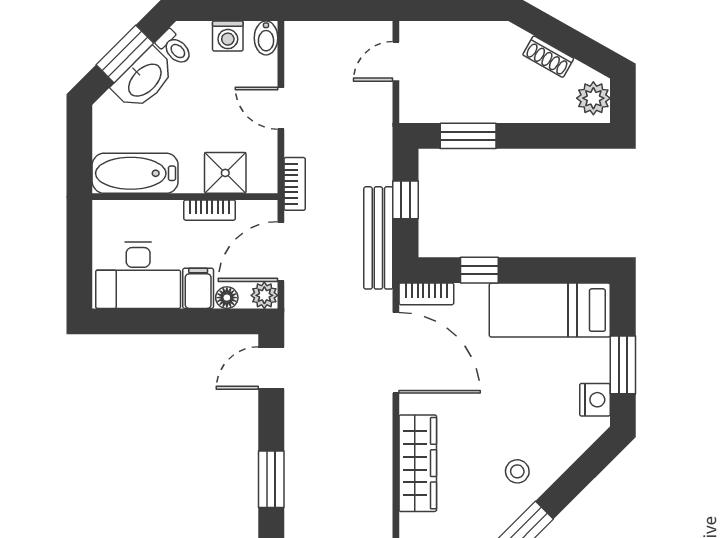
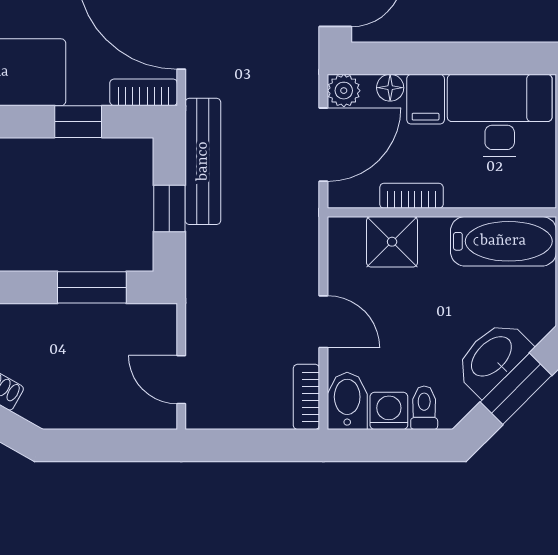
bidet: (266, 38) -> (347, 401), width x1.38, depth x1.36
toilet: (174, 48) -> (424, 408), moved, turned 45
door: (396, 61) -> (181, 380), swing flipped
bookcase: (295, 184) -> (306, 397), moved

